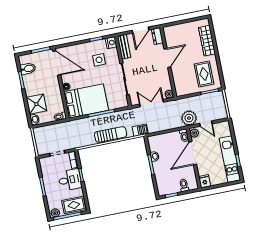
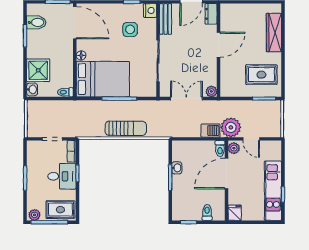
rug: (204, 74) -> (261, 75), turned 90
barbecue: (140, 130) -> (211, 131), moved

